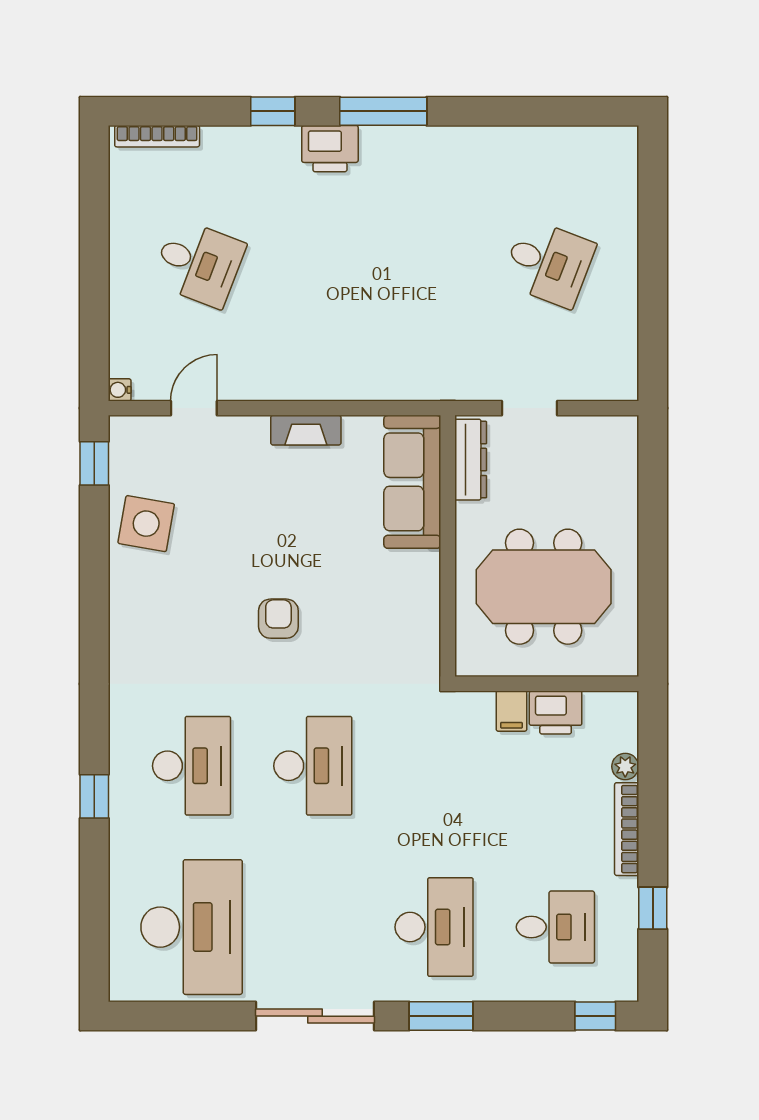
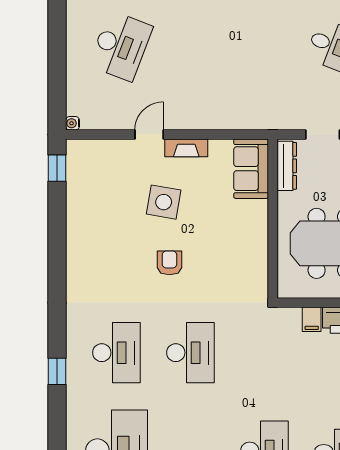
desk: (199, 263) -> (121, 46), width x1.37
door: (194, 408) -> (149, 134), moved
sofa: (412, 482) -> (251, 169), width x0.73
side table: (146, 524) -> (164, 202), moved

